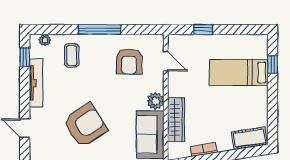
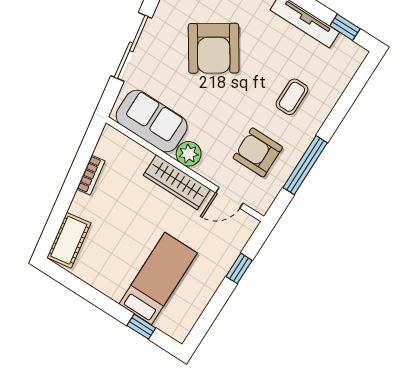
window: (100, 30) -> (305, 165), moved
plant: (45, 40) -> (350, 66), removed
coffee table: (72, 55) -> (292, 97), moved, turned 90
wardrobe: (176, 120) -> (177, 182), moved

